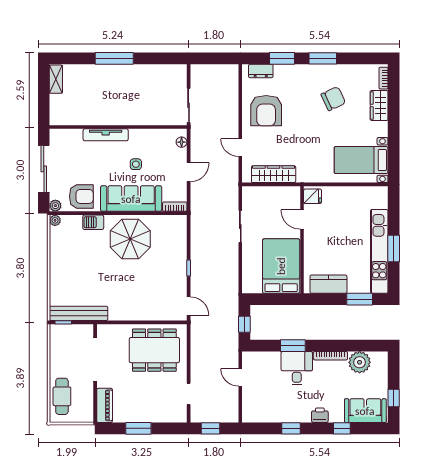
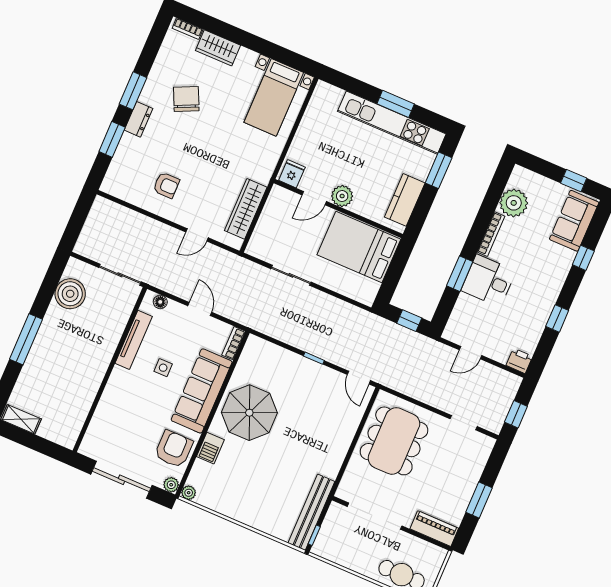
dresser: (261, 71) -> (138, 119), moved
boiler: (160, 76) -> (70, 294), added
armchair: (266, 111) -> (166, 185), width x0.53, depth x0.53
tv unit: (106, 135) -> (134, 340), moved
plant: (312, 239) -> (342, 196), added
door: (189, 306) -> (359, 378), swing flipped
printer: (320, 415) -> (519, 361), moved, turned 90

